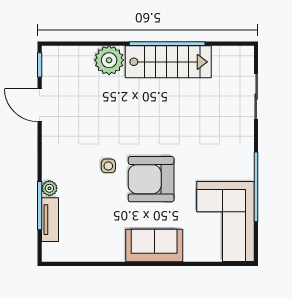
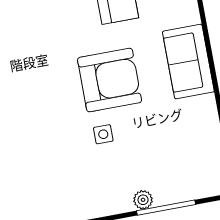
armchair: (151, 179) -> (110, 80), turned -90
tv unit: (50, 220) -> (180, 192), removed

